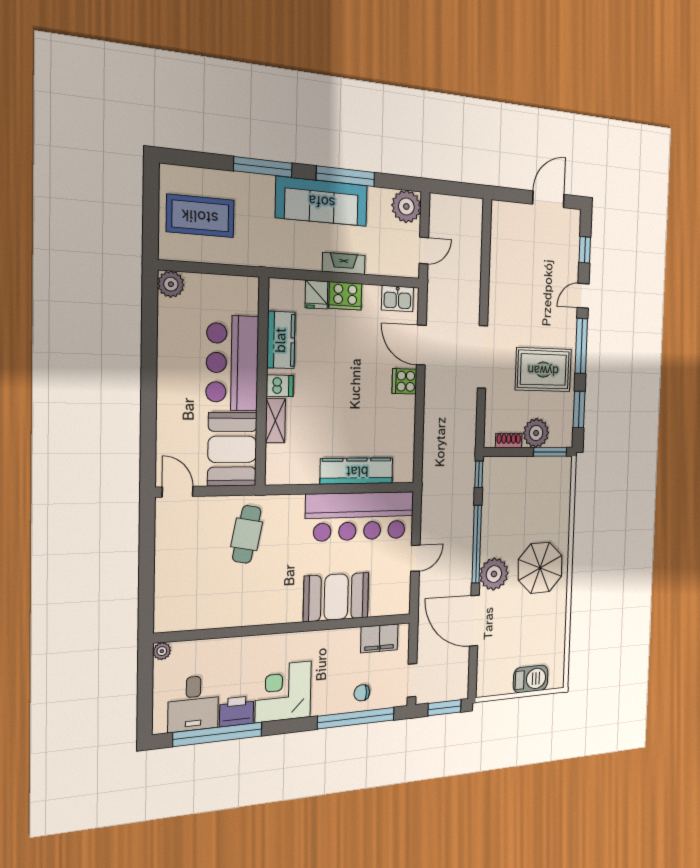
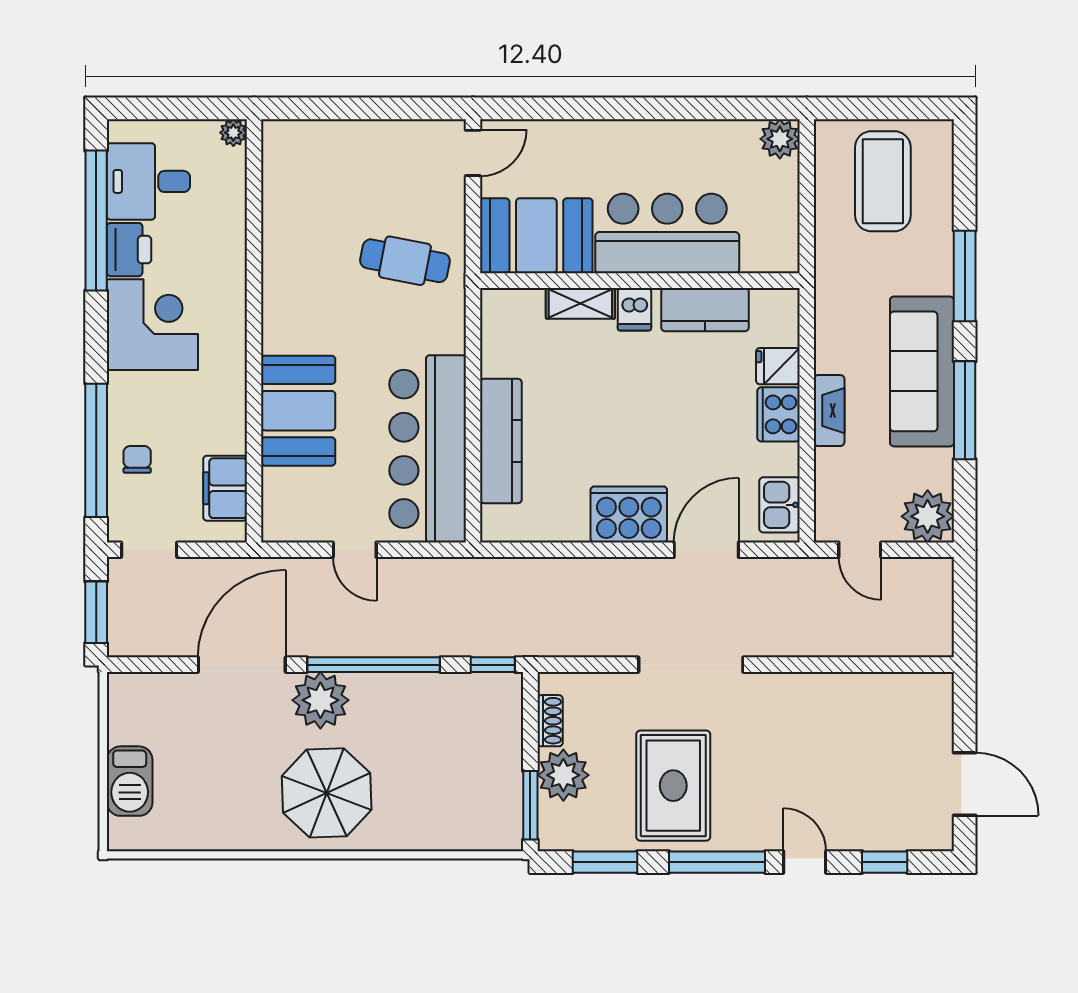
cooker: (404, 381) -> (629, 514), width x1.87, depth x1.31

